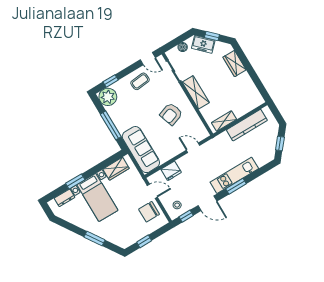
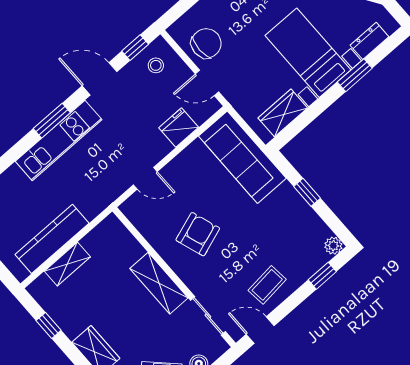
window: (257, 81) -> (49, 325), added
plant: (108, 97) -> (333, 246), width x0.53, depth x0.53
shelving: (224, 121) -> (67, 264), moved
window: (111, 125) -> (307, 192), width x0.46

